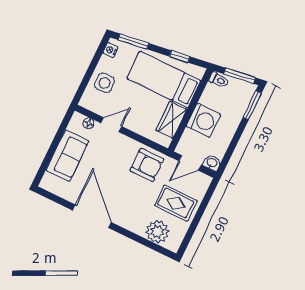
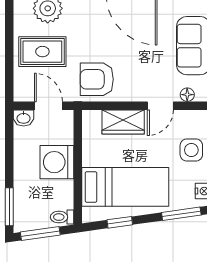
wardrobe: (171, 120) -> (123, 122), moved, turned 90
door: (190, 163) -> (49, 106), hinge flipped

